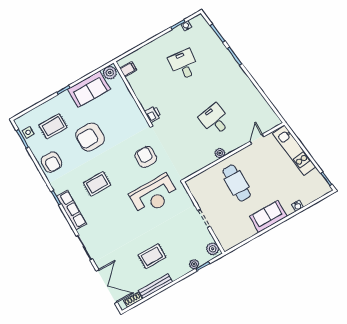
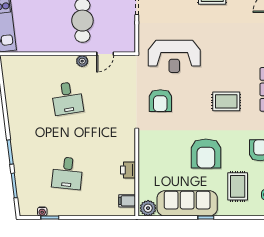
sofa: (89, 89) -> (187, 203), width x1.36
printer: (153, 114) -> (128, 170), moved
rug: (53, 126) -> (238, 186), turned 90
armchair: (90, 137) -> (206, 154), turned 90
door: (257, 139) -> (105, 54), moved
reception desk: (154, 195) -> (174, 56), turned 180

